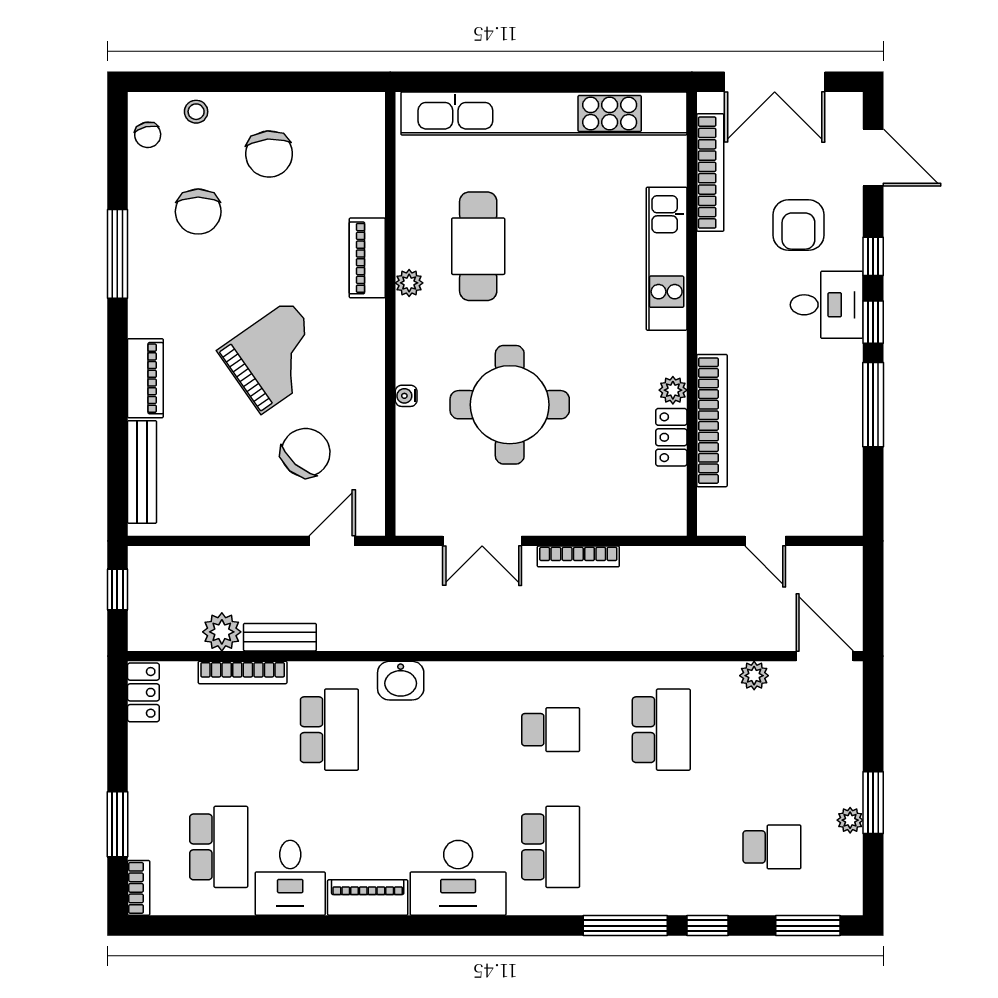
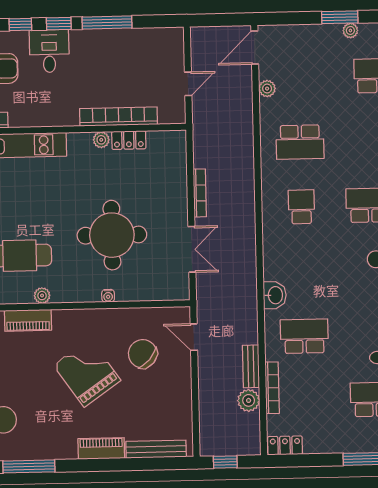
school desk: (661, 730) -> (300, 142), turned 180

